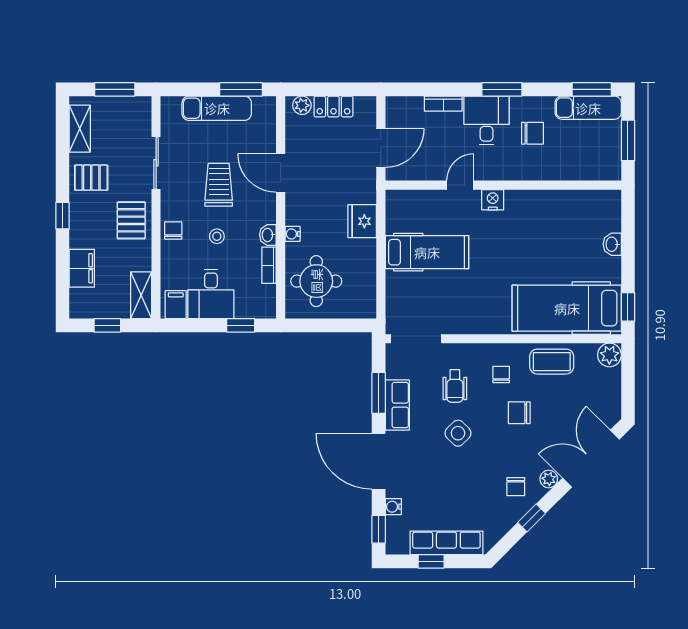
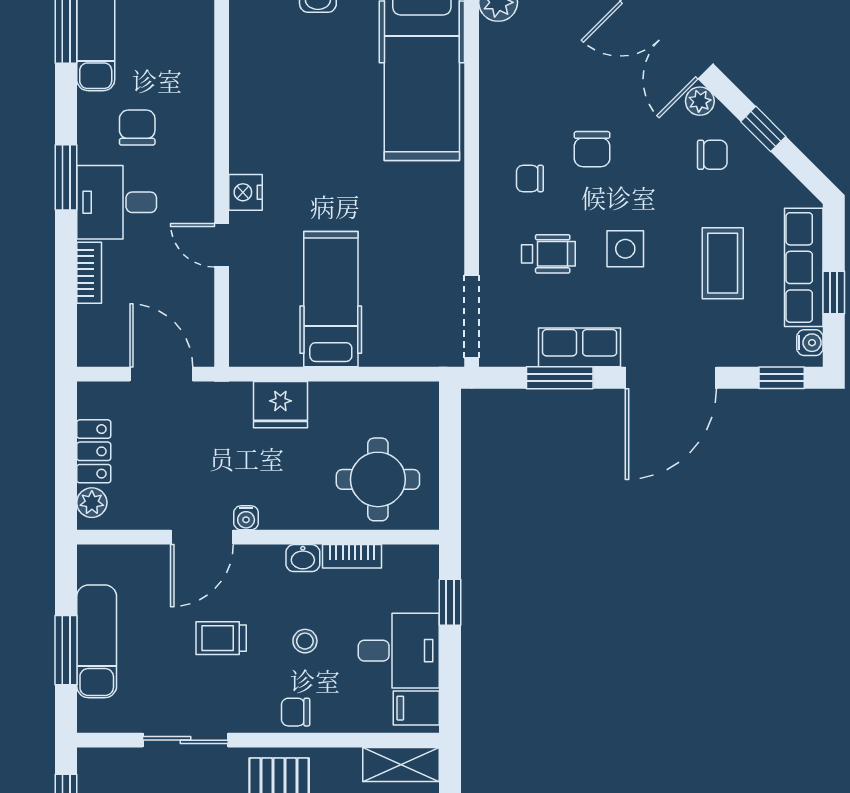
window: (241, 89) -> (66, 650), moved
trolley: (219, 185) -> (221, 638), width x0.73, depth x0.72
water cooler: (293, 234) -> (246, 518), moved
coffee table: (552, 362) -> (723, 263), moved
side table: (458, 433) -> (625, 249), turned 45
water cooler: (393, 507) -> (810, 343), moved, turned -90

